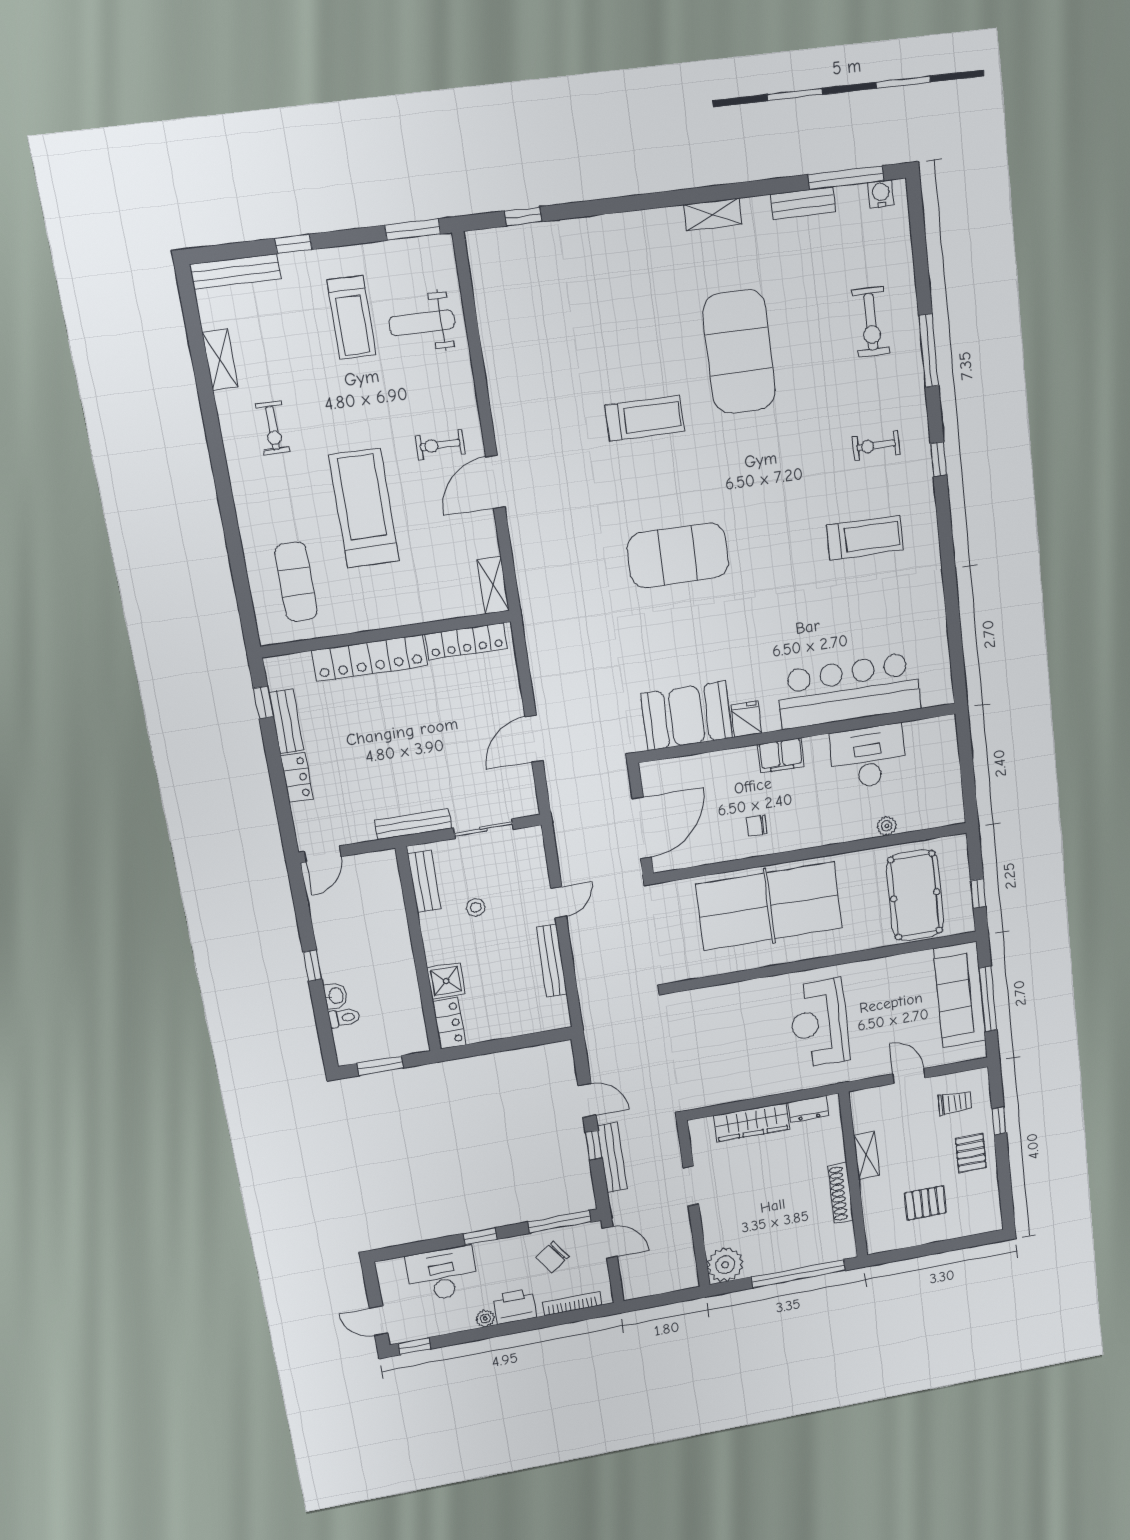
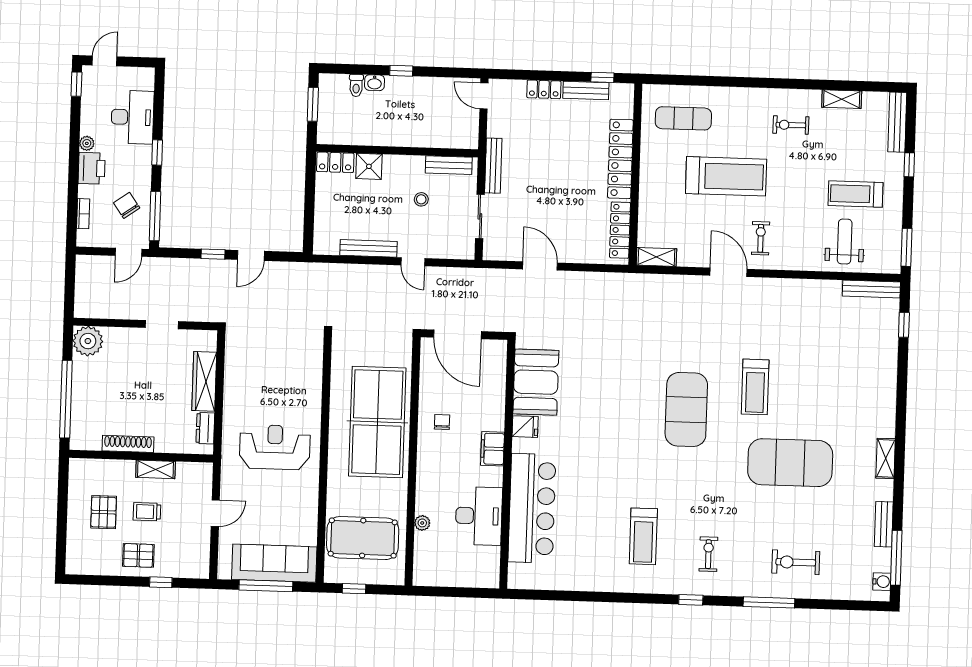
exercise mat: (678, 555) -> (686, 409), moved
trolley: (955, 1103) -> (147, 512), moved, turned 90
bench: (612, 1157) -> (871, 289), moved
bookcase: (572, 1304) -> (83, 214), width x0.64

